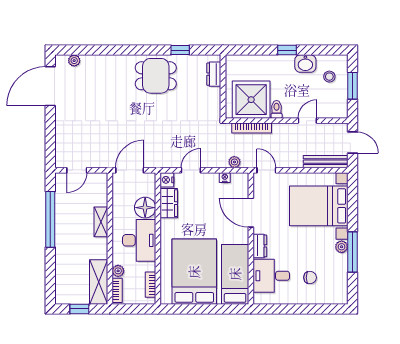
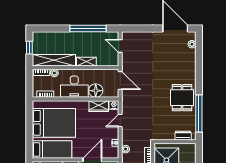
window: (180, 50) -> (199, 113), width x3.17
door: (191, 170) -> (120, 121), swing flipped
shelving: (99, 282) -> (54, 60), width x1.47

